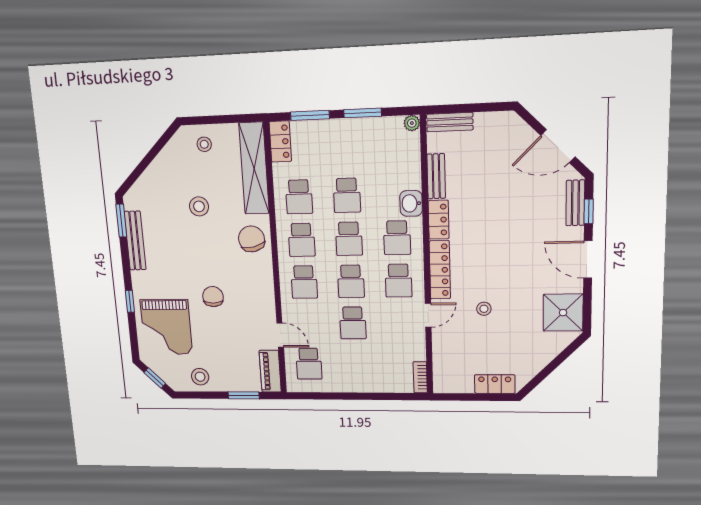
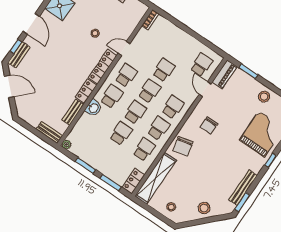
stool: (199, 206) -> (204, 208), moved
chair: (213, 297) -> (209, 125), moved

